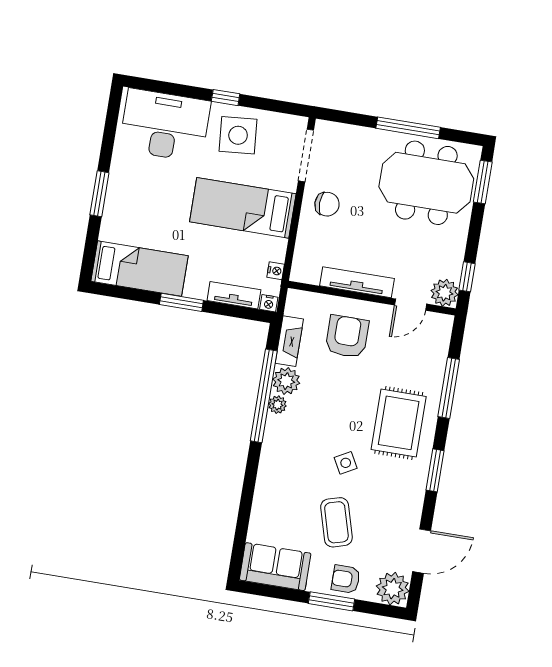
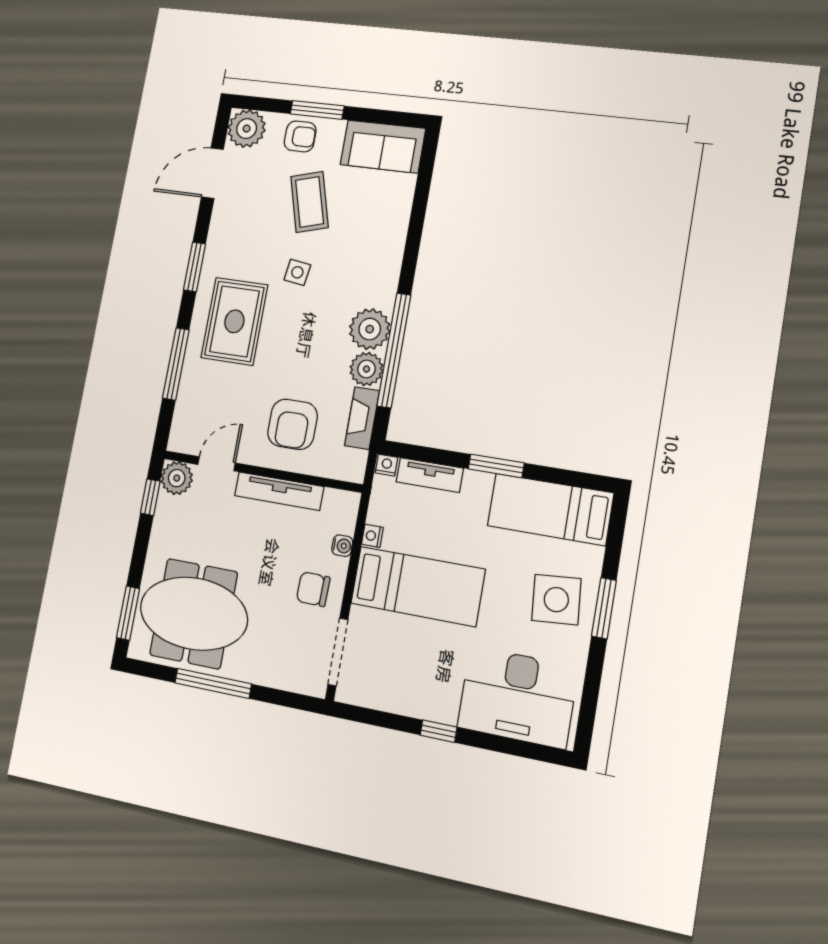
side table: (238, 135) -> (556, 600), moved
water cooler: (304, 239) -> (342, 546), added
nightstand: (276, 271) -> (372, 536), moved
plant: (277, 405) -> (370, 329), width x1.88, depth x1.88
side table: (346, 463) -> (297, 272), turned 37

